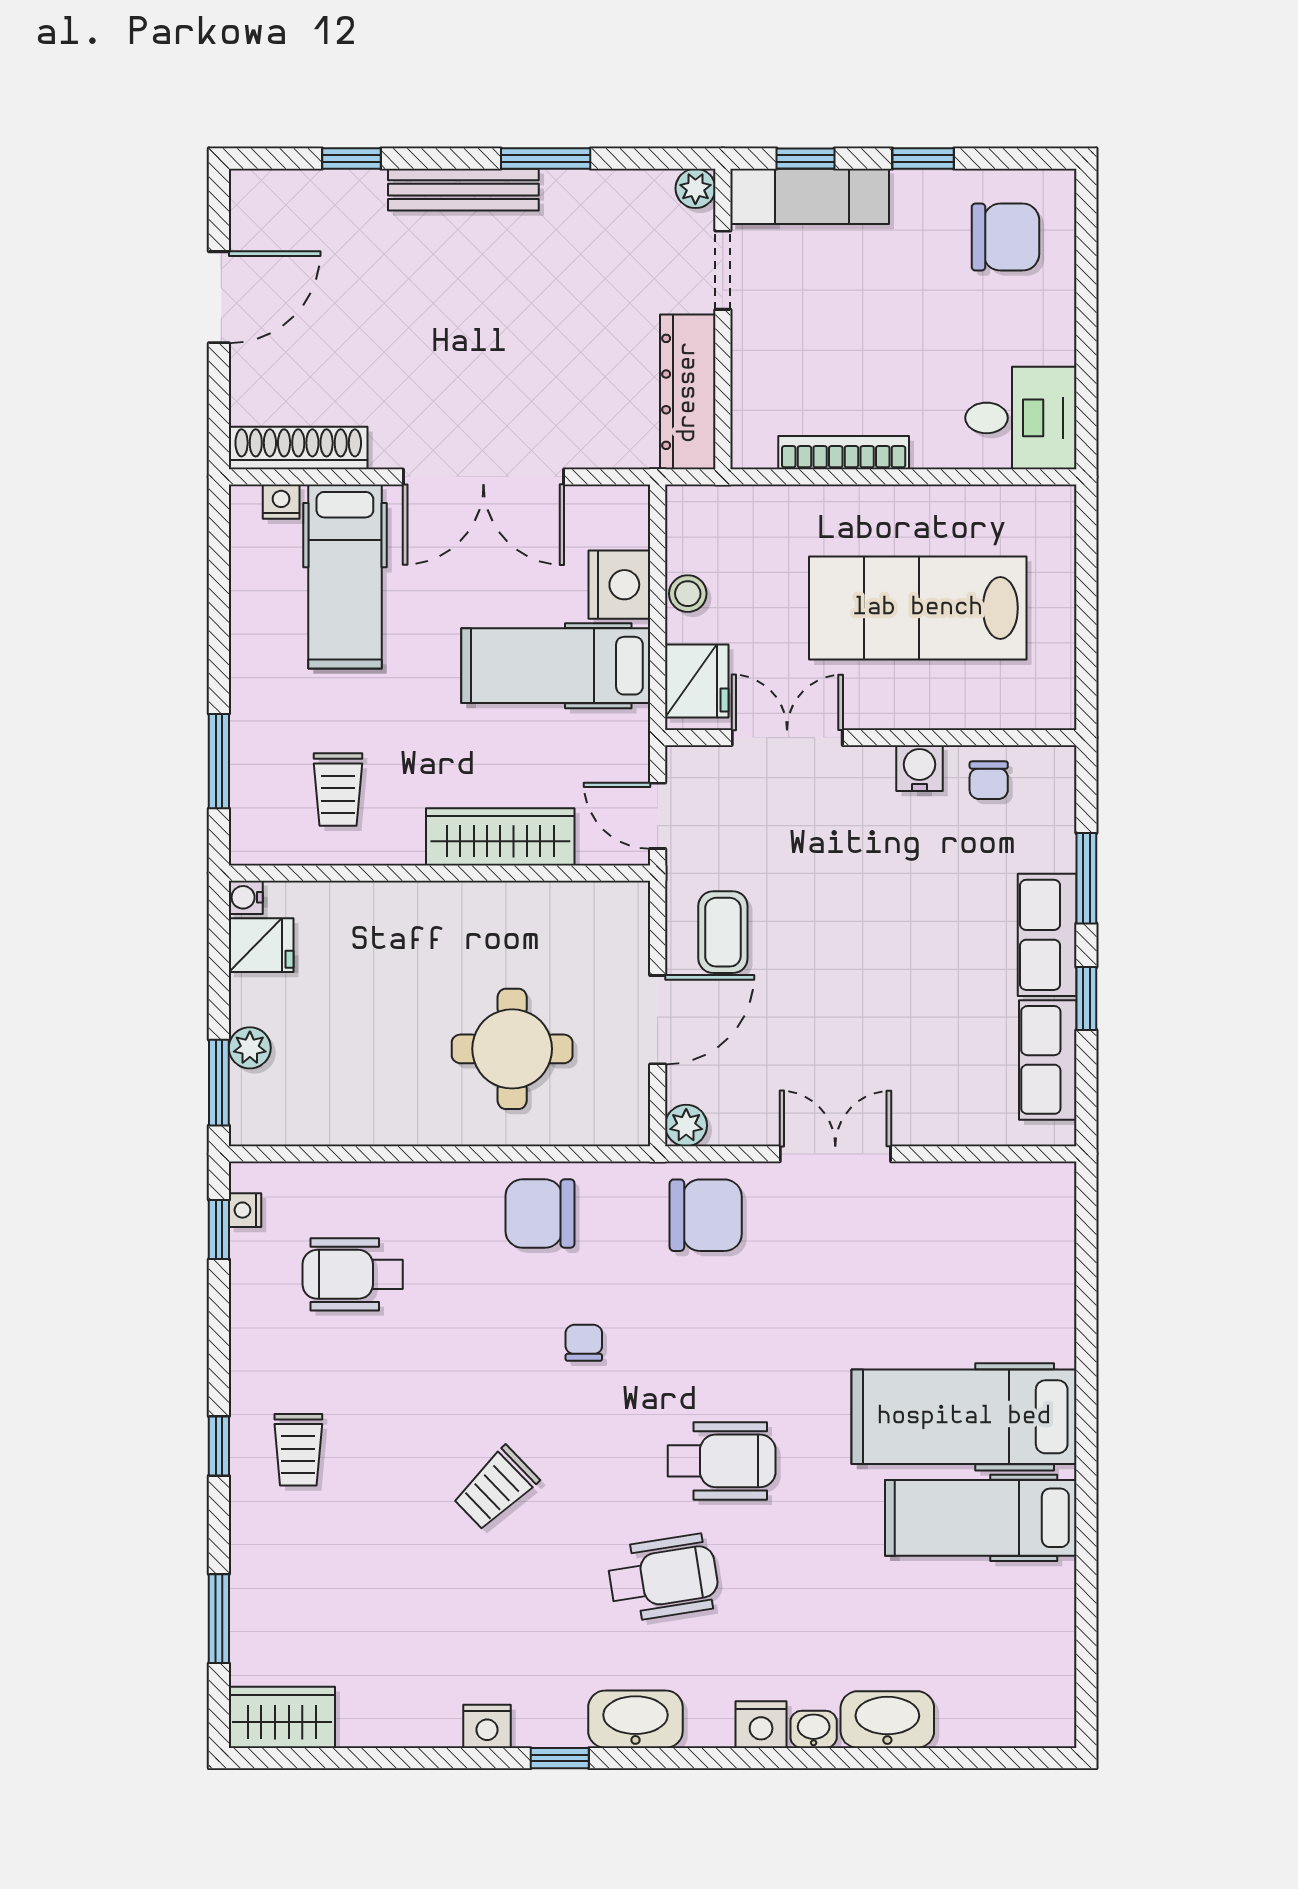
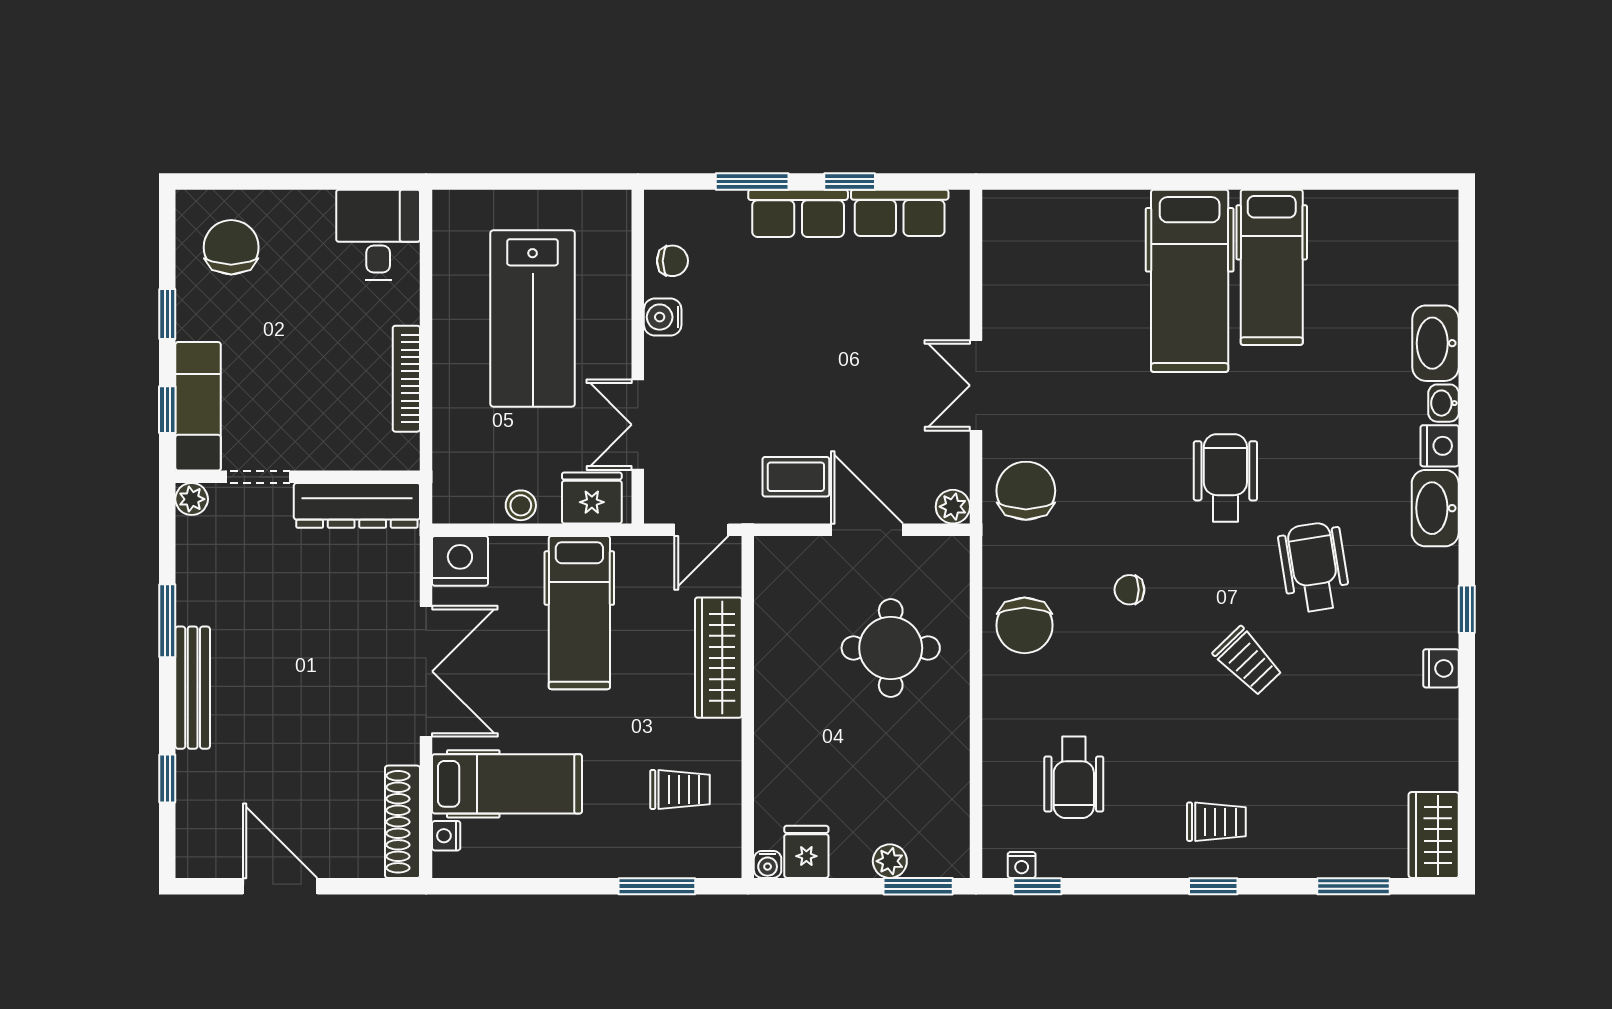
nightstand: (619, 585) -> (460, 561), moved
wheelchair: (663, 1578) -> (1314, 567), moved
washbasin: (635, 1719) -> (1435, 508), moved

